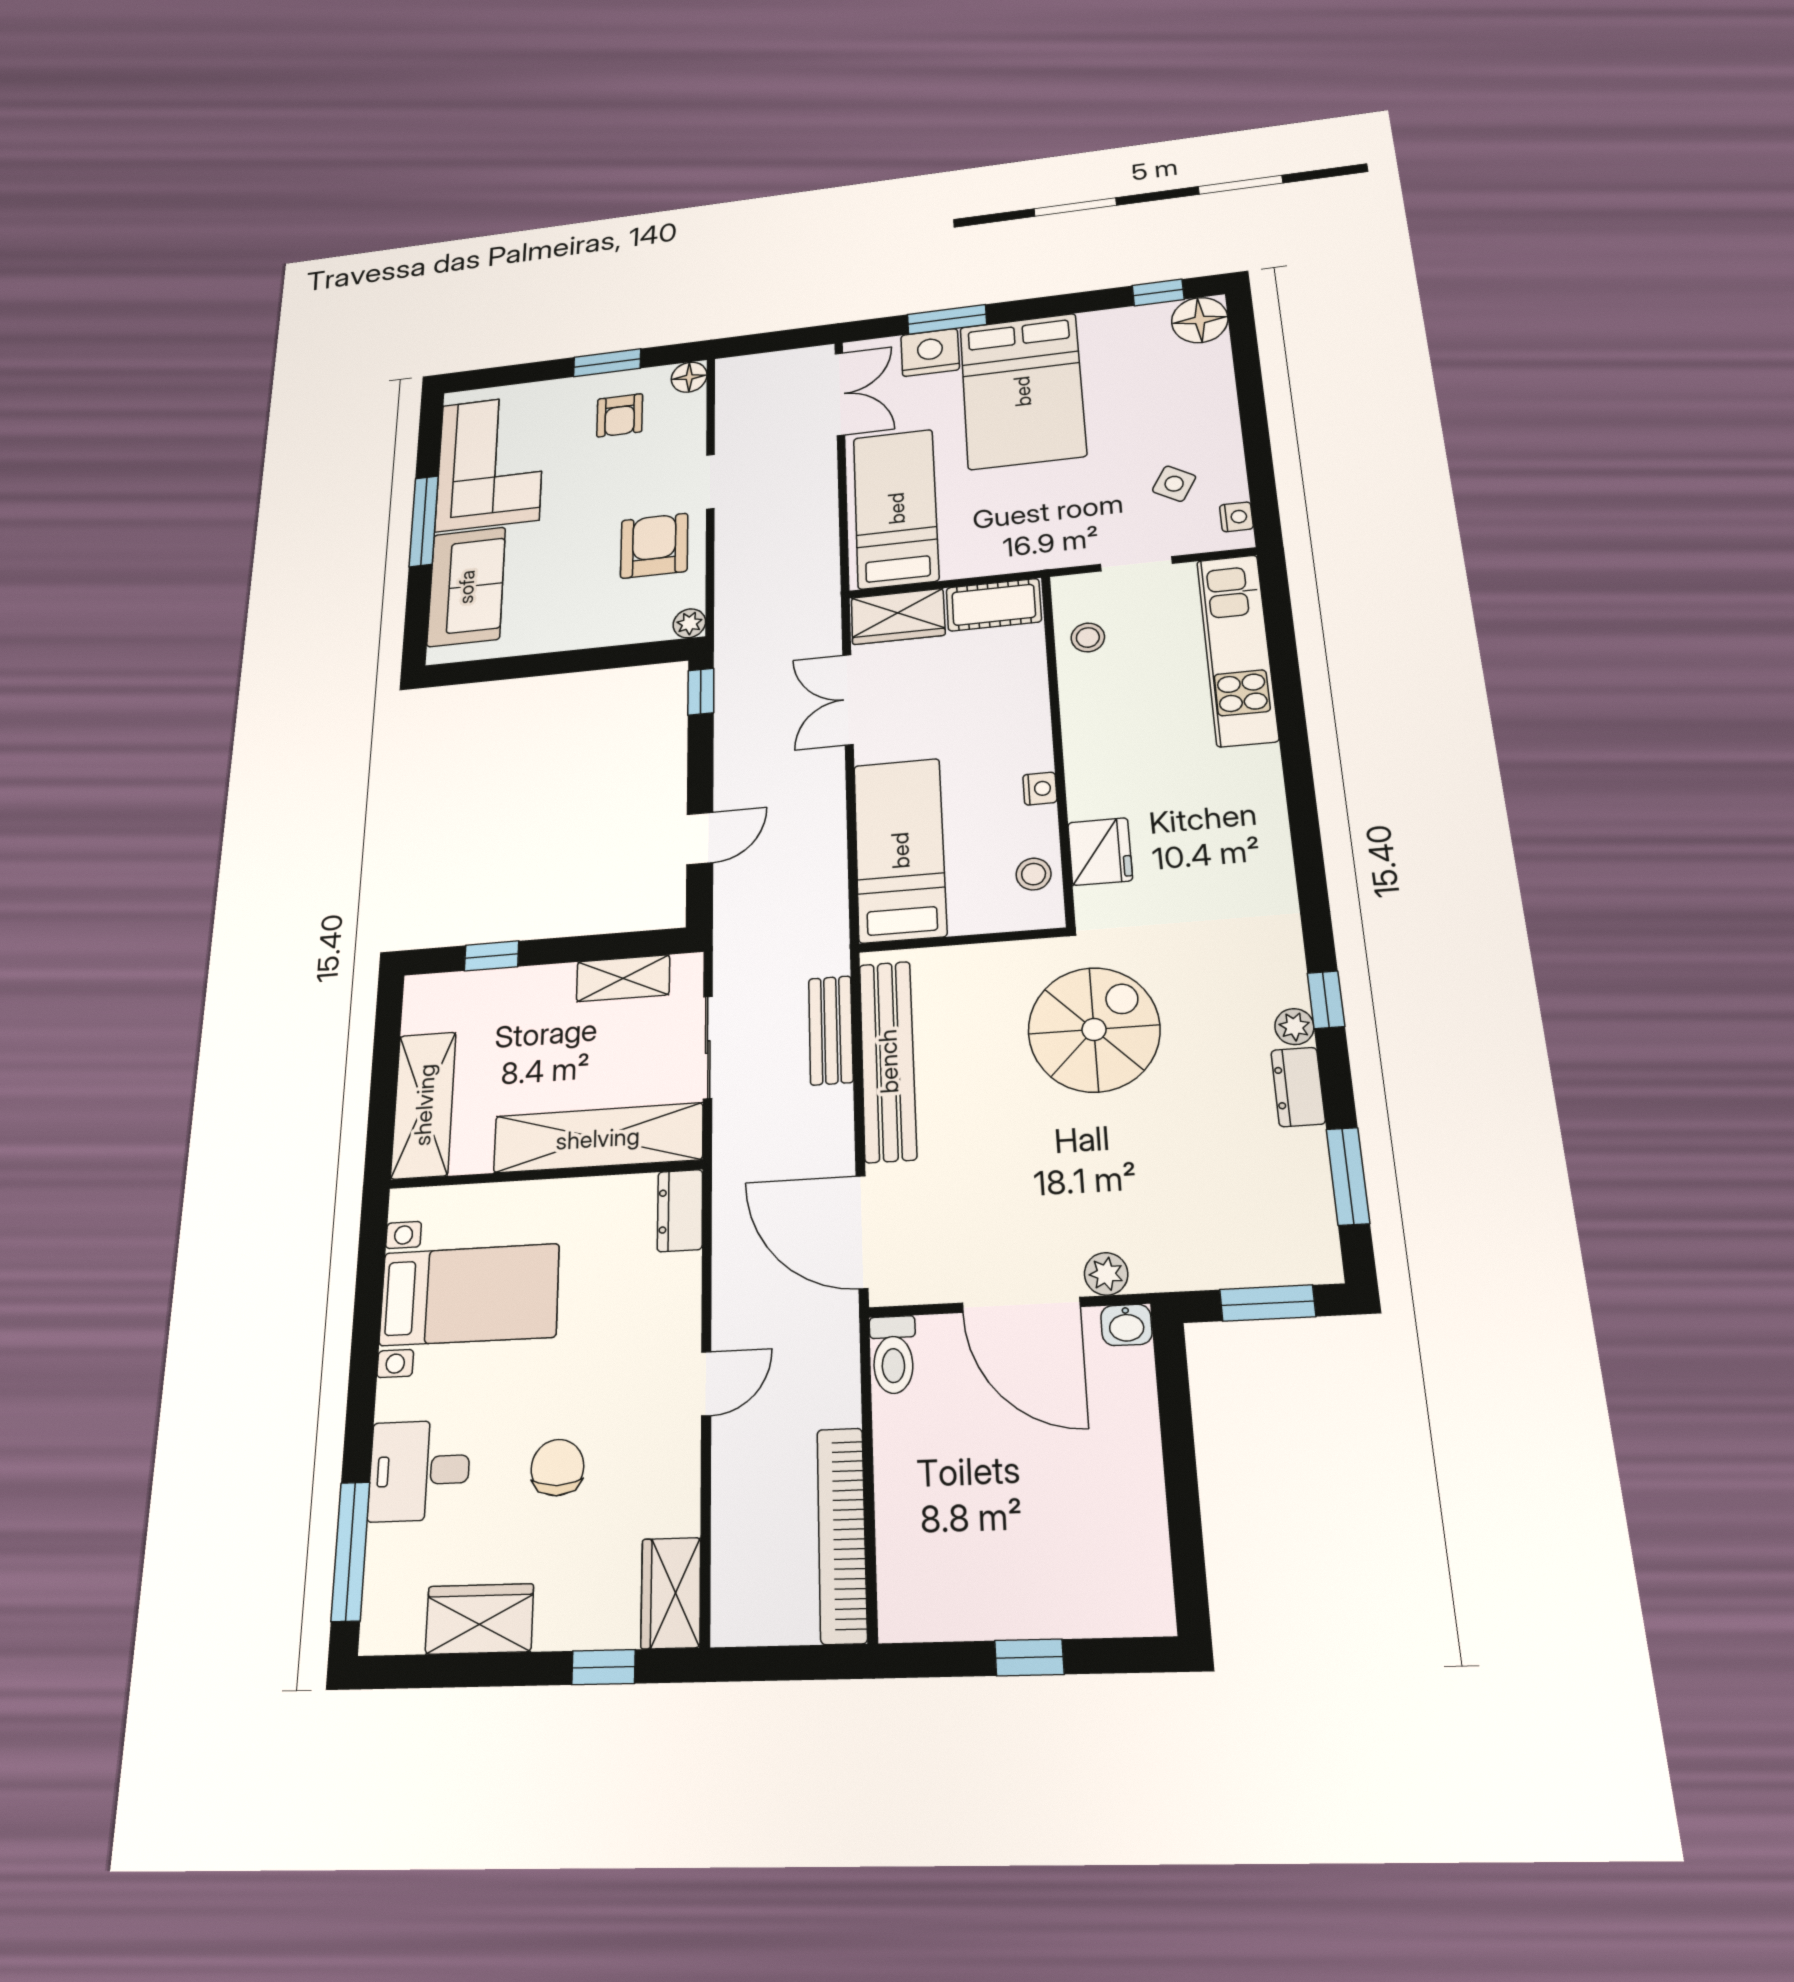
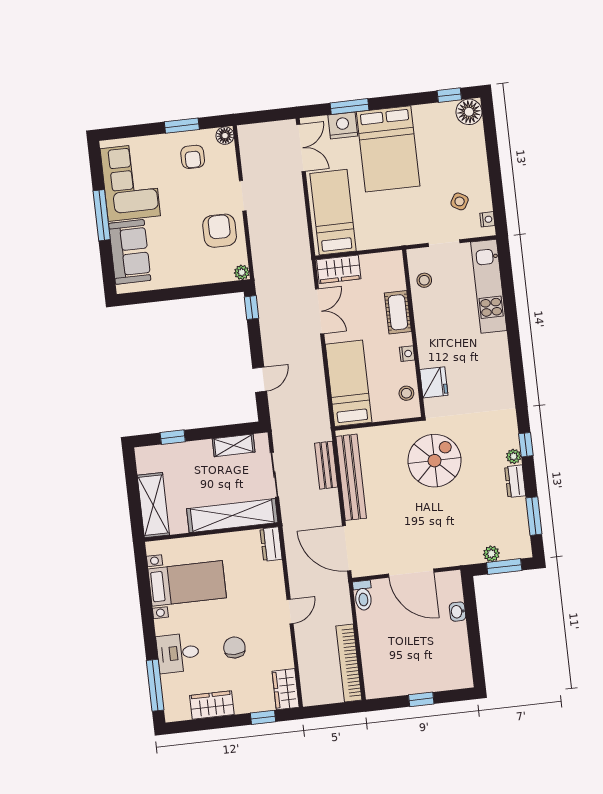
cot: (994, 605) -> (398, 312), moved, turned 90
double door: (848, 700) -> (320, 311), swing flipped
plant: (1106, 1274) -> (491, 554), moved
washbasin: (1126, 1325) -> (458, 612), moved, turned 90

